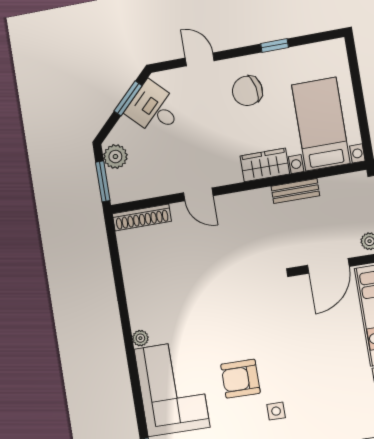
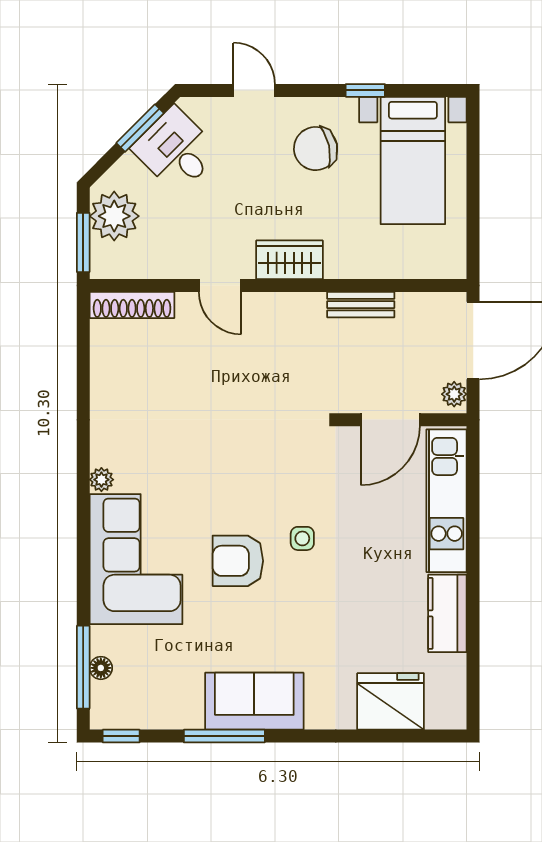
bed with nightstands: (321, 124) -> (413, 161), moved, turned 180
plant: (115, 157) -> (114, 216), width x1.36, depth x1.36
wardrobe: (265, 165) -> (289, 260), moved
side table: (276, 411) -> (302, 538), moved

